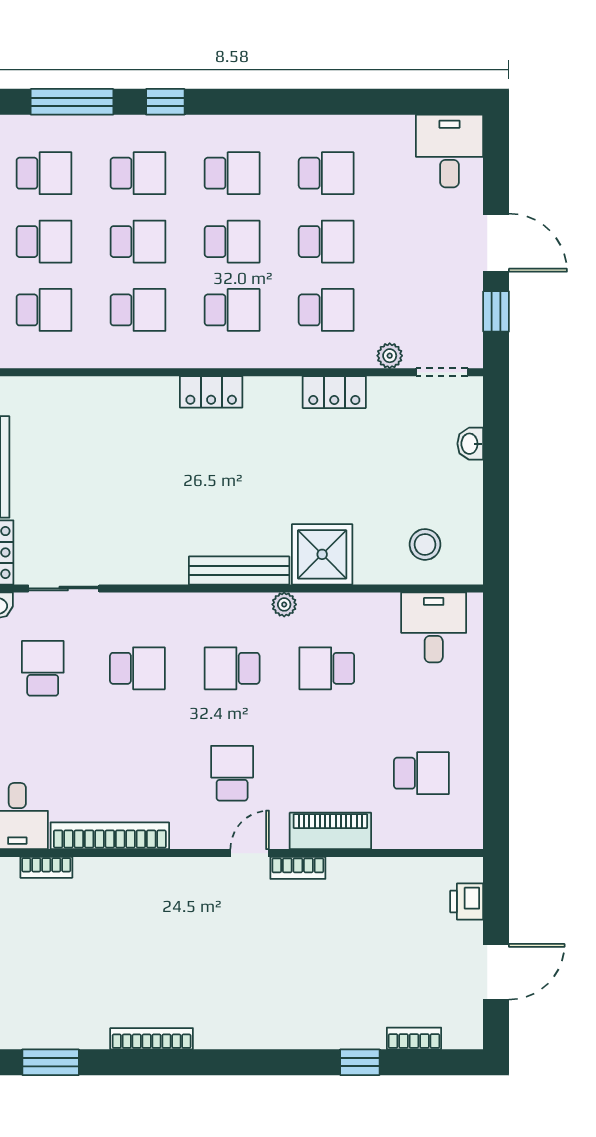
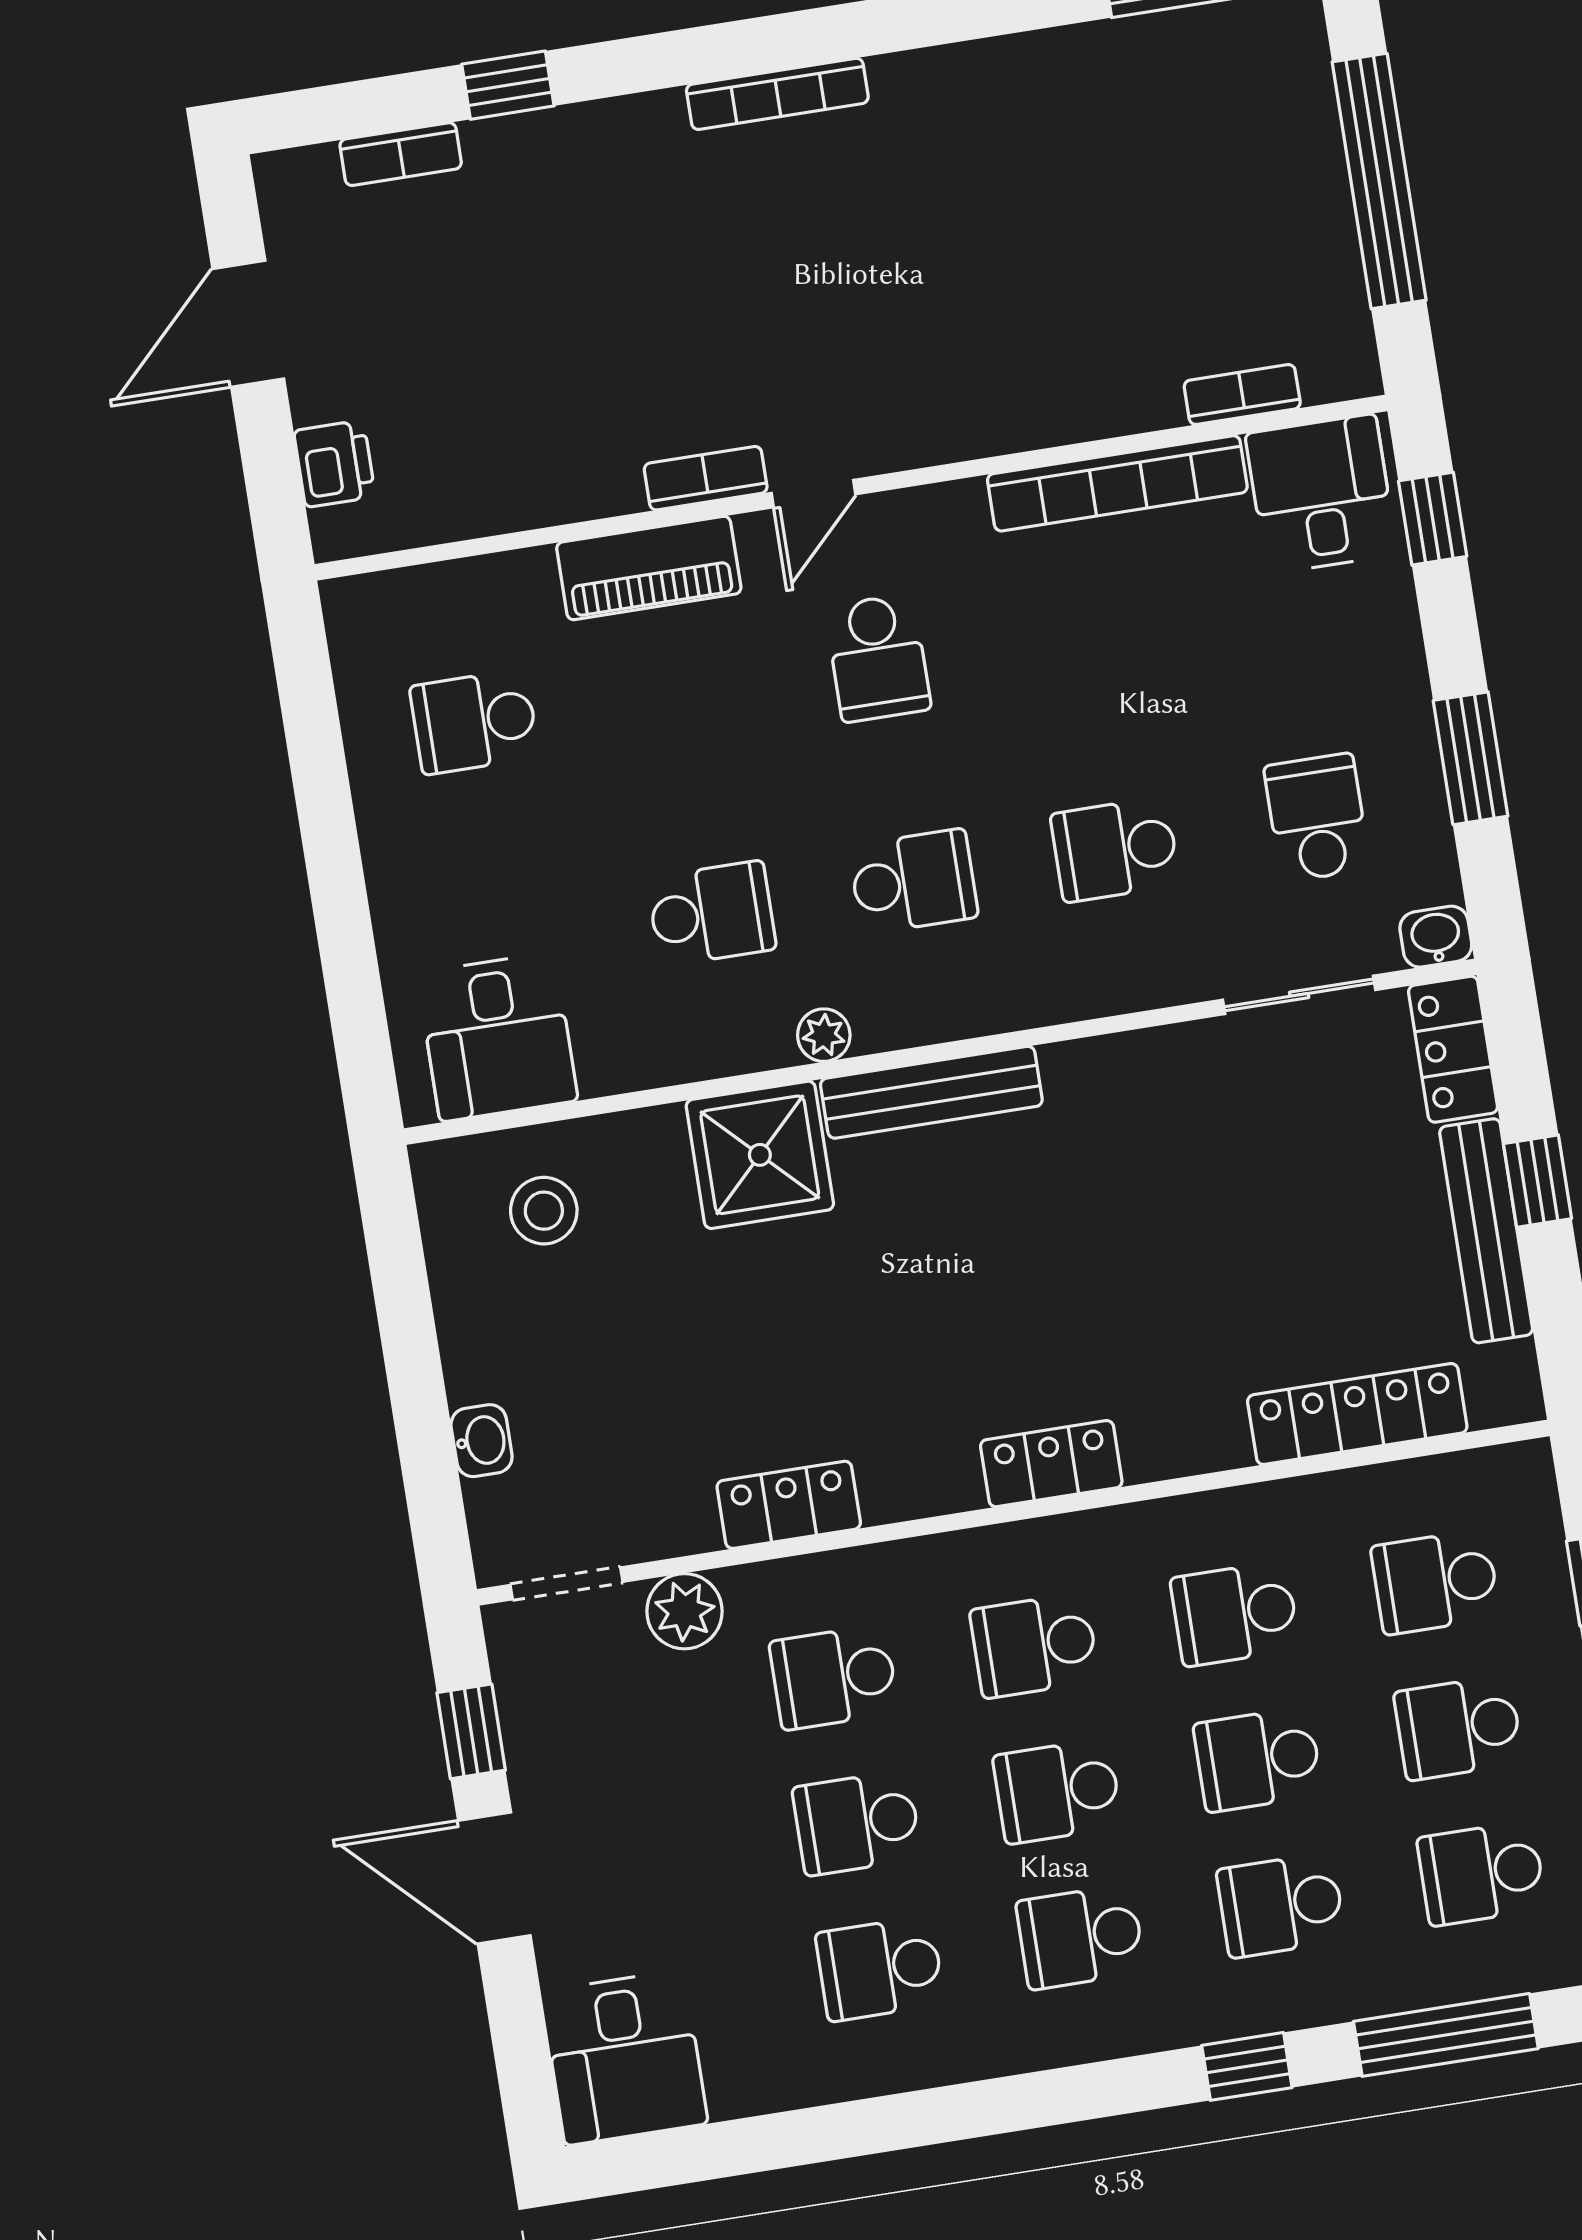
plant: (390, 356) -> (684, 1611), width x1.38, depth x1.38
locker: (67, 392) -> (1357, 1414), added
school desk: (43, 668) -> (1317, 818), turned 180
bookcase: (152, 1039) -> (777, 94), moved

